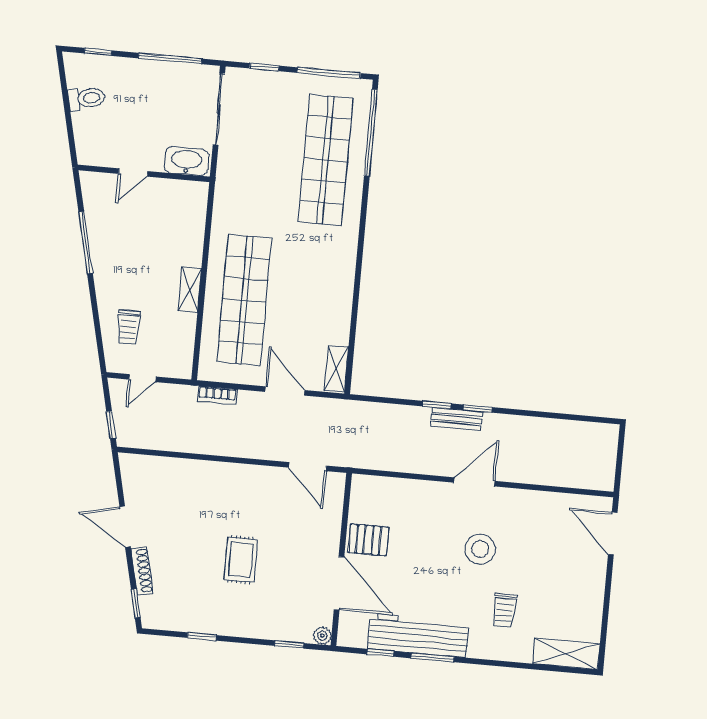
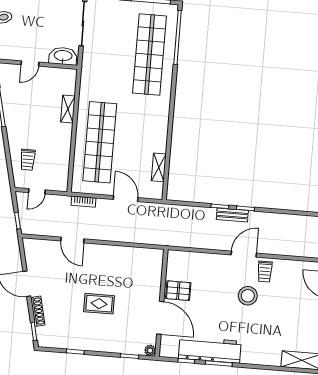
shelving: (190, 290) -> (68, 109), moved
shelving: (336, 369) -> (159, 167), moved
door: (308, 467) -> (72, 240), moved
rug: (241, 560) -> (99, 304), turned 90
trolley: (504, 610) -> (265, 271), moved

